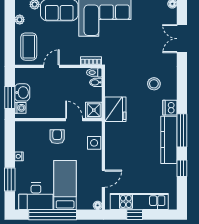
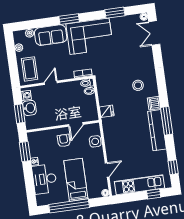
double door: (182, 39) -> (154, 33), moved
washing machine: (20, 108) -> (26, 95), moved
fridge: (115, 109) -> (107, 111), width x0.53, depth x0.75
shower: (94, 110) -> (91, 114), removed
door: (74, 120) -> (76, 124), swing flipped
window: (182, 168) -> (173, 167), moved
window: (10, 180) -> (25, 152), moved
desk: (36, 196) -> (45, 179), moved, turned 90
window: (135, 215) -> (154, 194), moved

